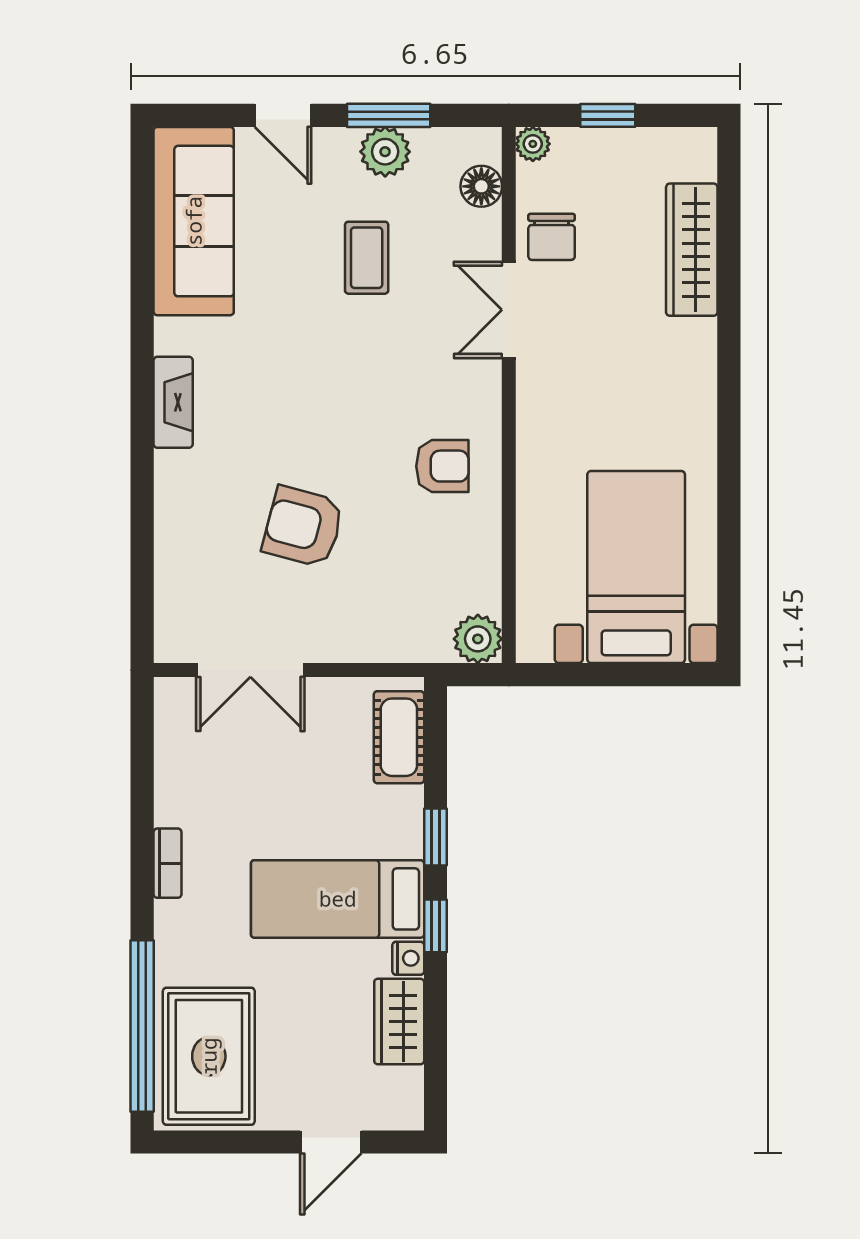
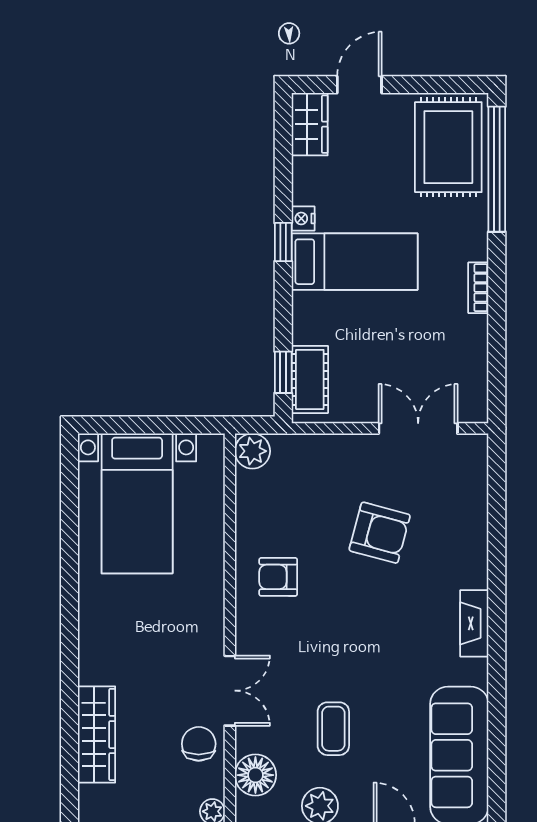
floor lamp: (481, 186) -> (255, 775), width x1.38, depth x1.38
window: (435, 837) -> (283, 372), moved
wardrobe: (399, 1022) -> (310, 124), moved

